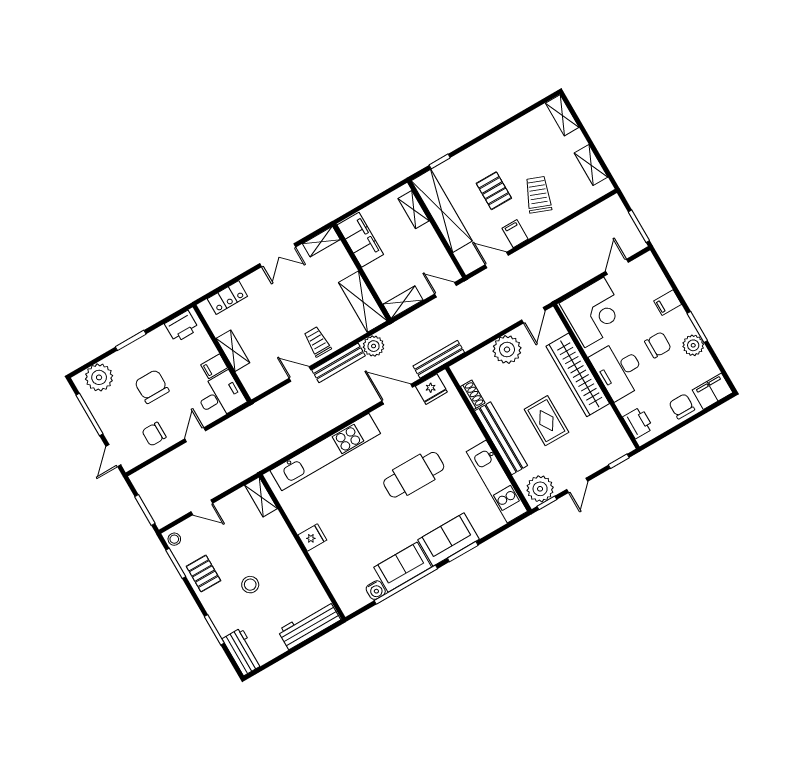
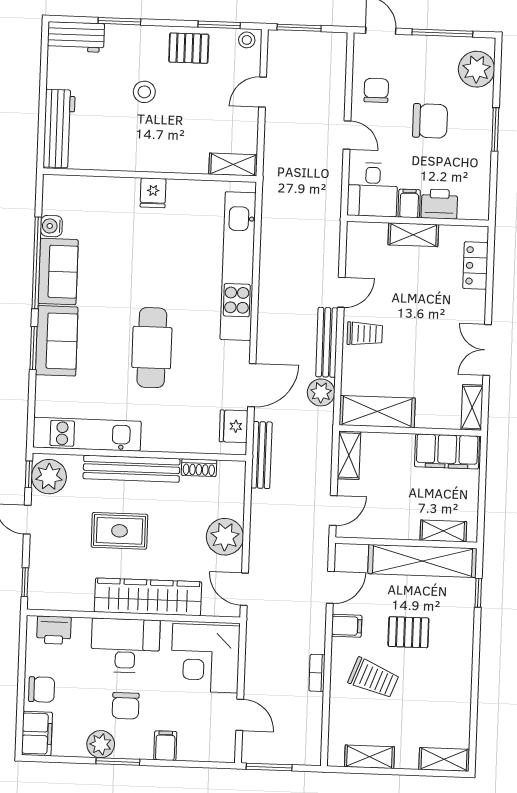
bookcase: (558, 234) -> (317, 673), added
printer: (182, 326) -> (439, 204), moved, turned 90

